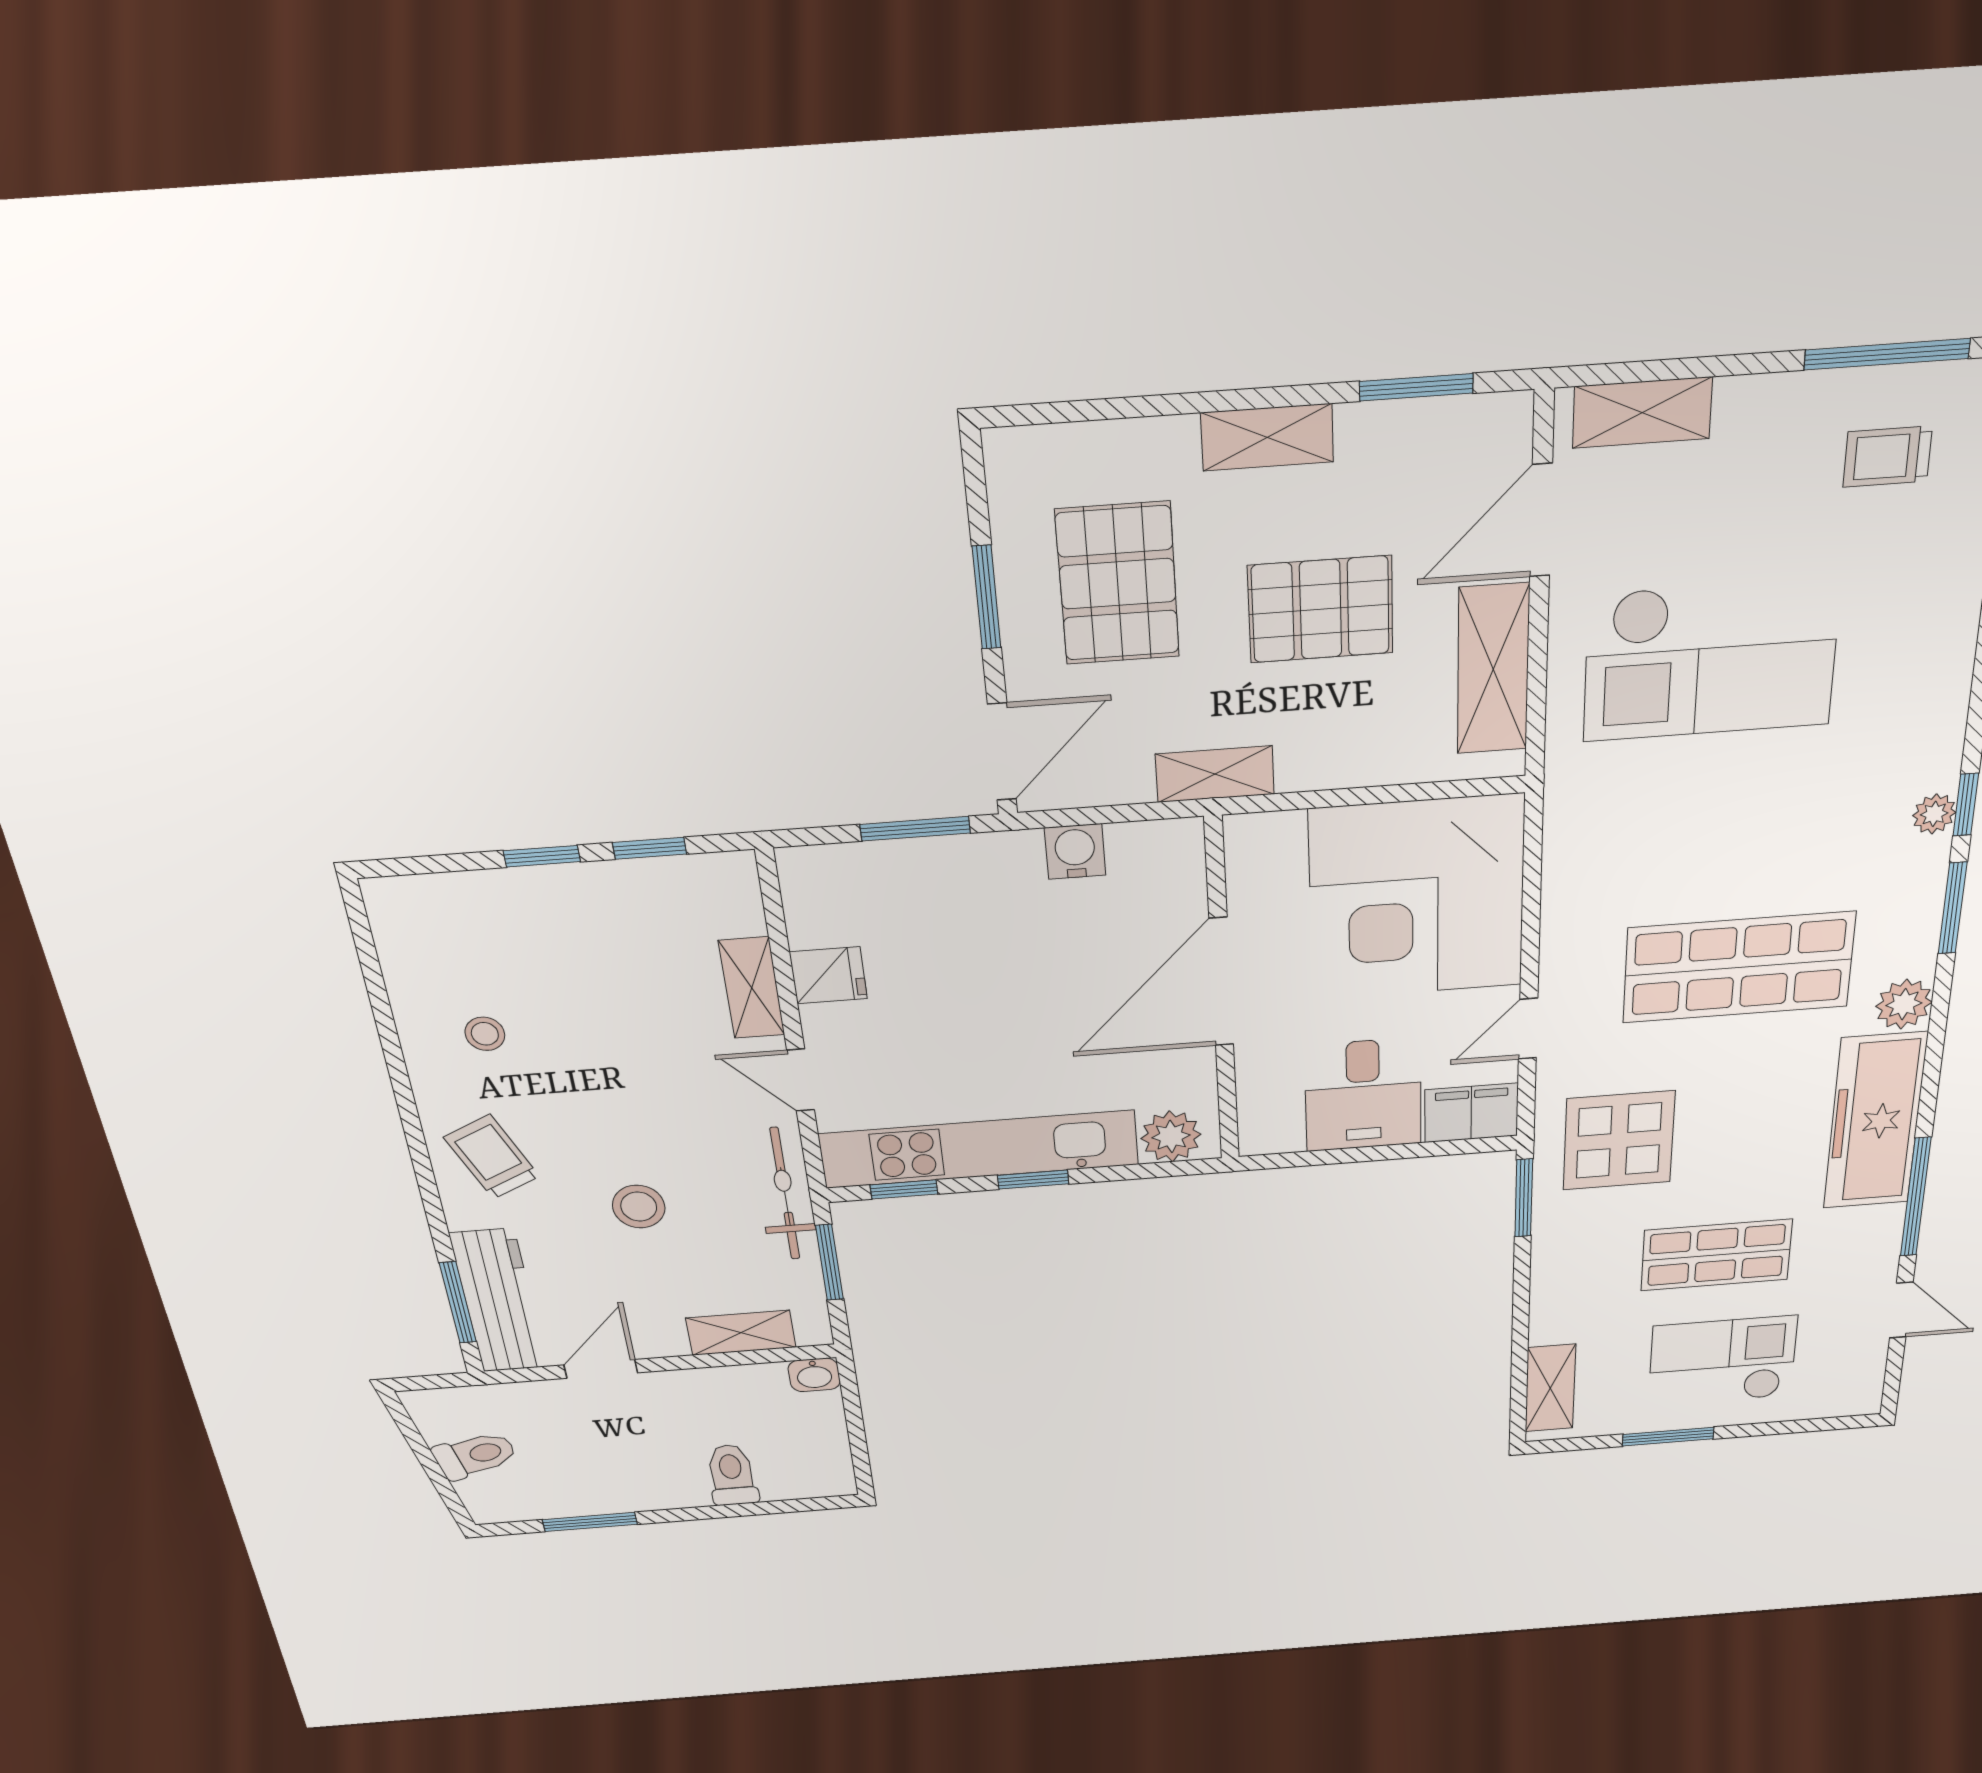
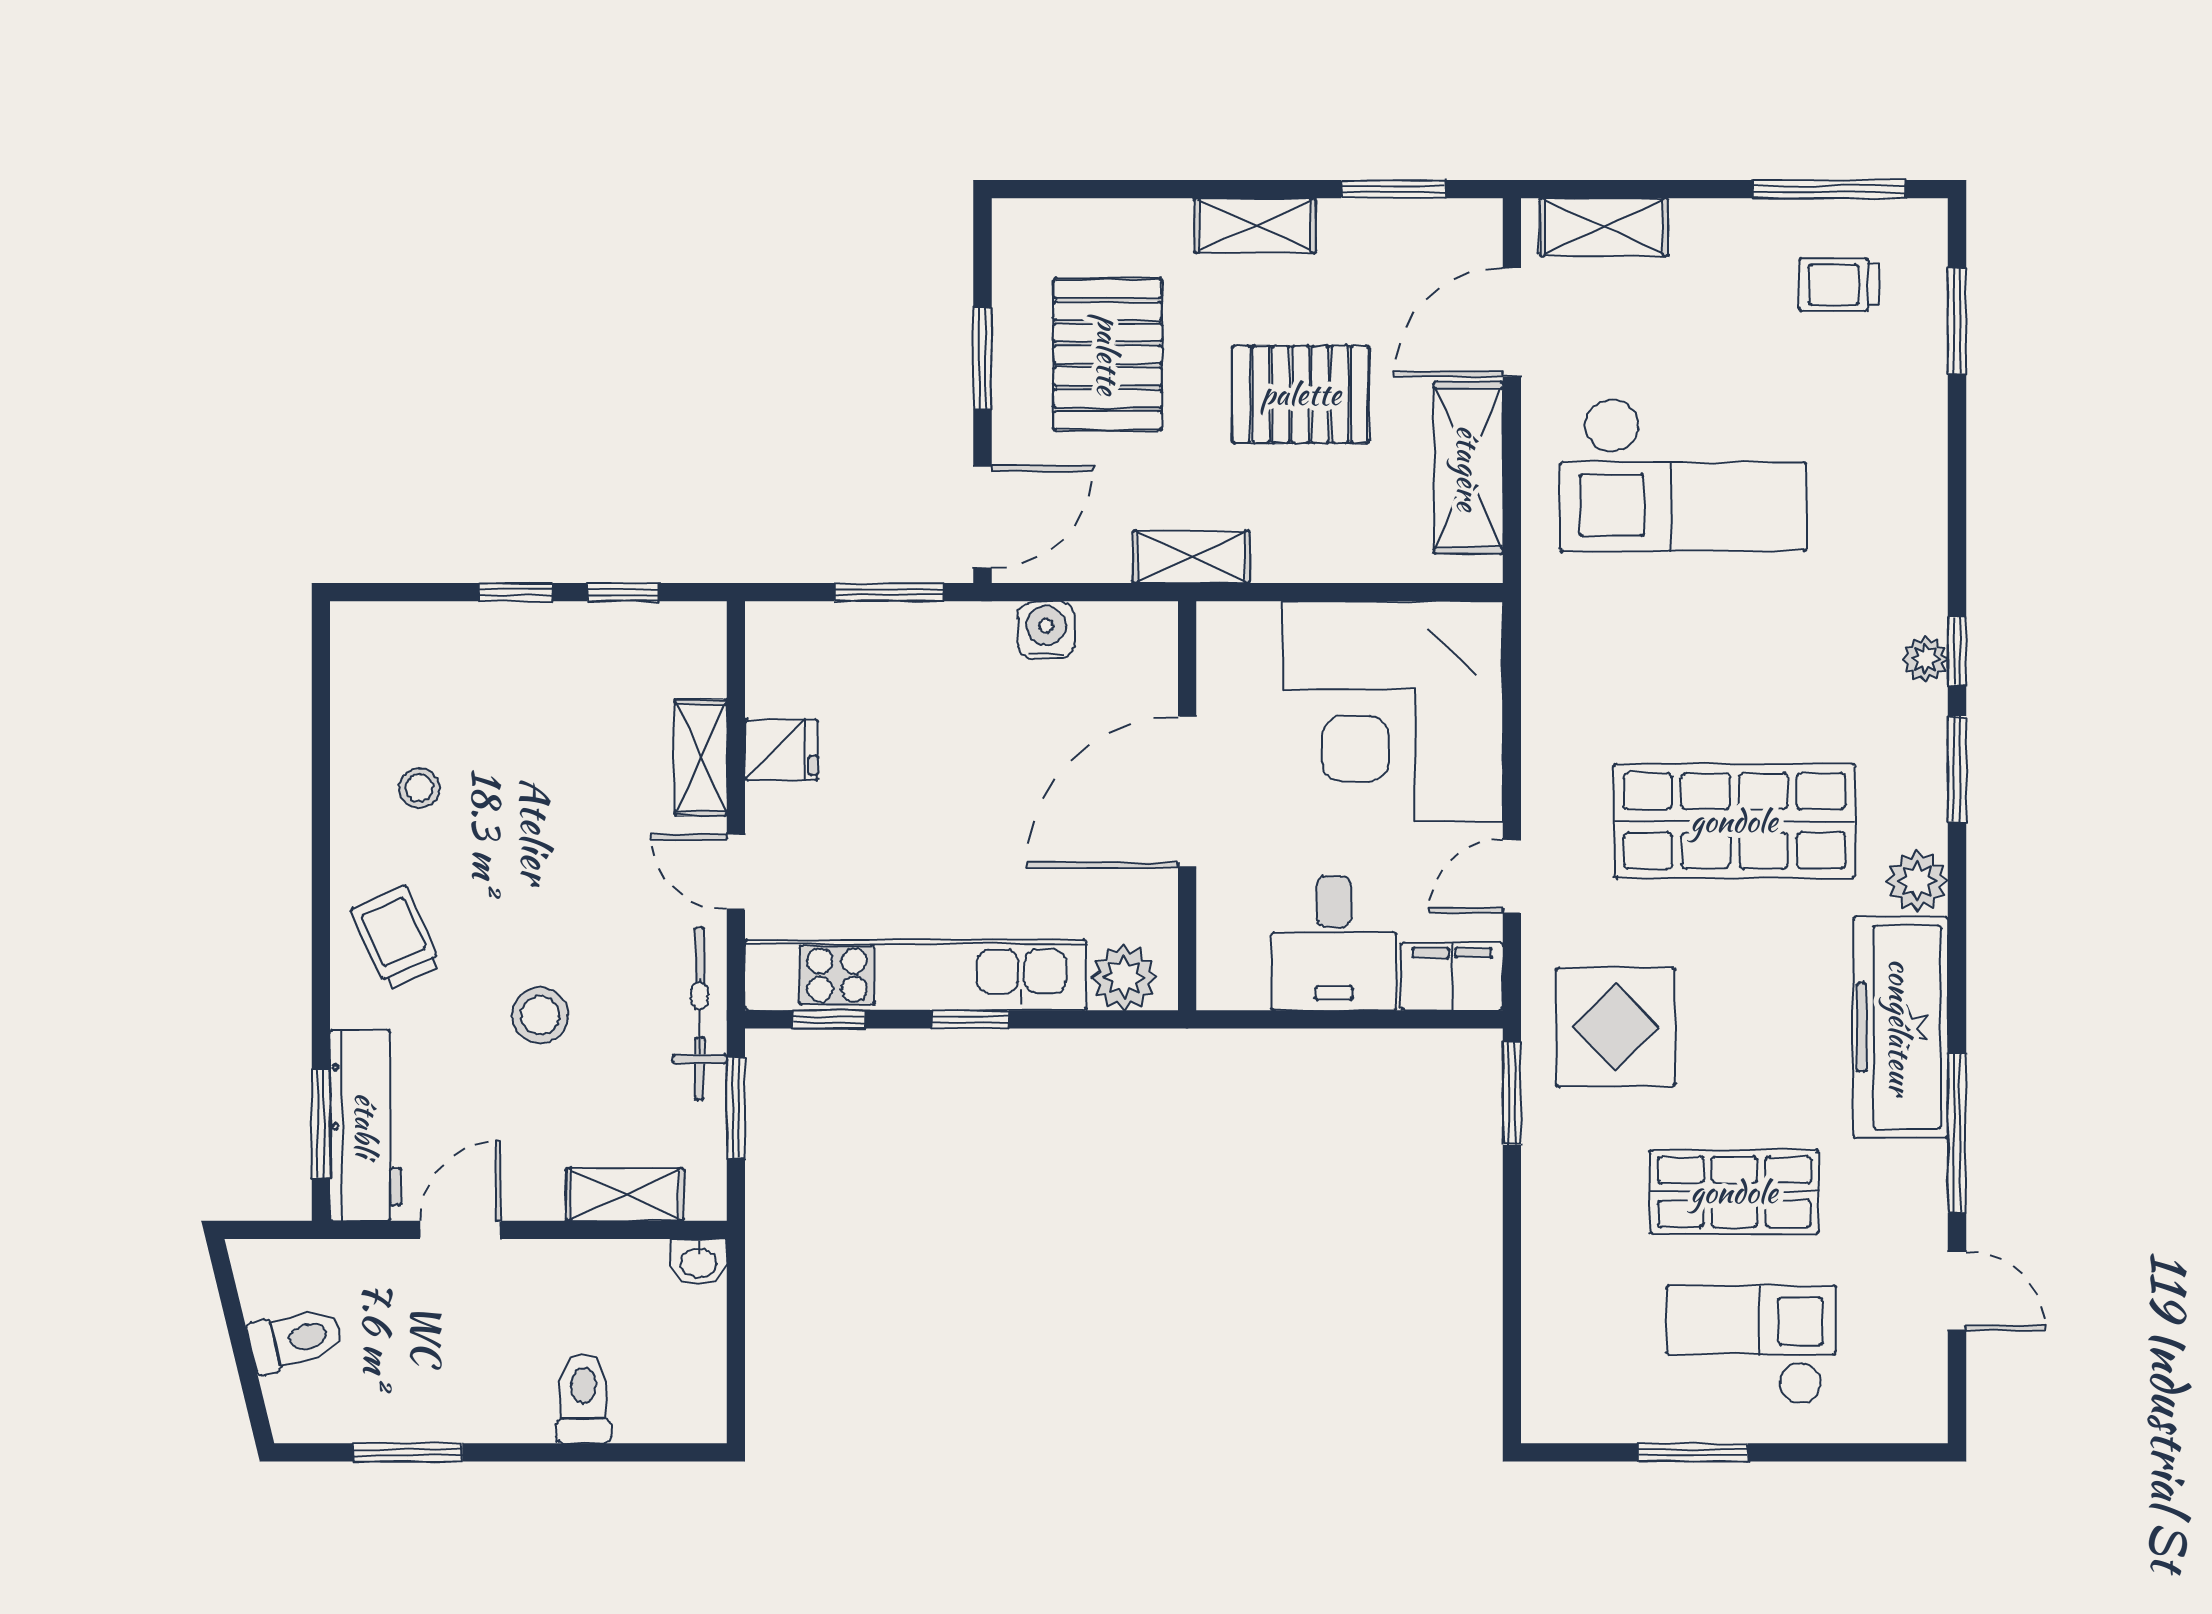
shelving: (1550, 1388) -> (1549, 1365), removed

